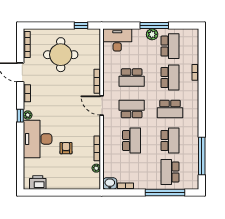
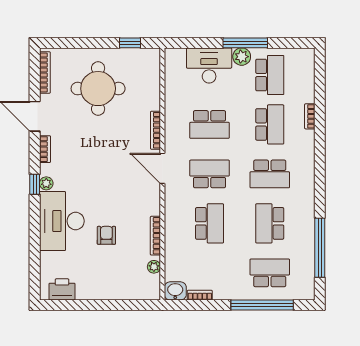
desk: (117, 40) -> (209, 65), moved
school desk: (170, 140) -> (270, 223), turned 180
school desk: (170, 172) -> (270, 273), turned 90

